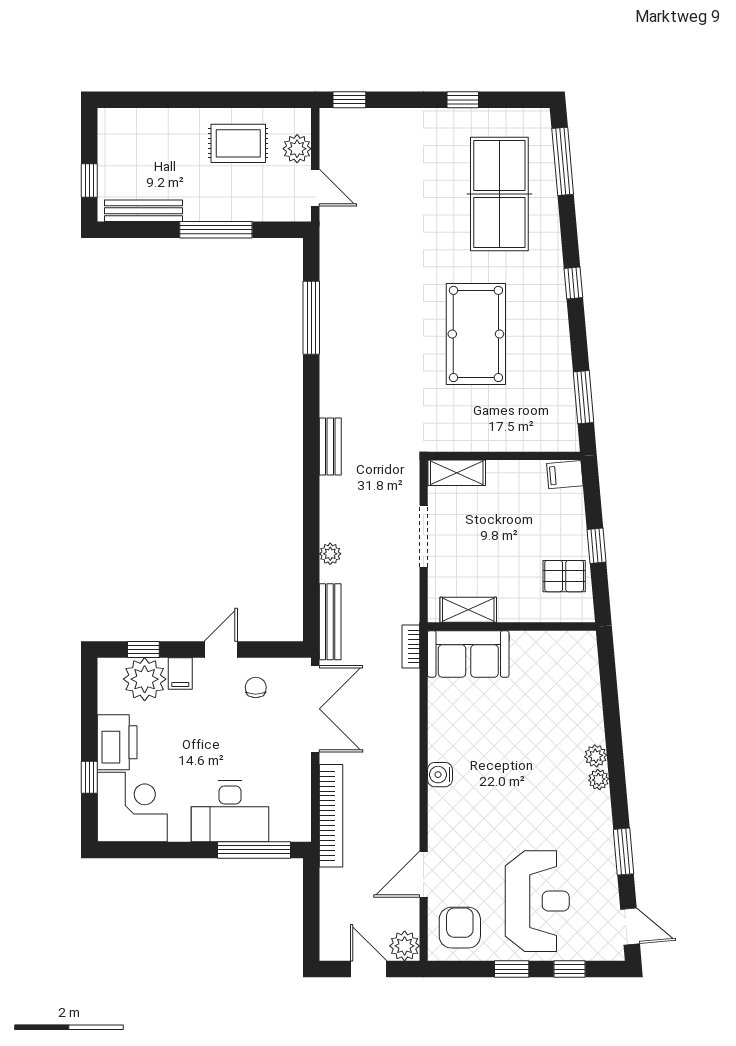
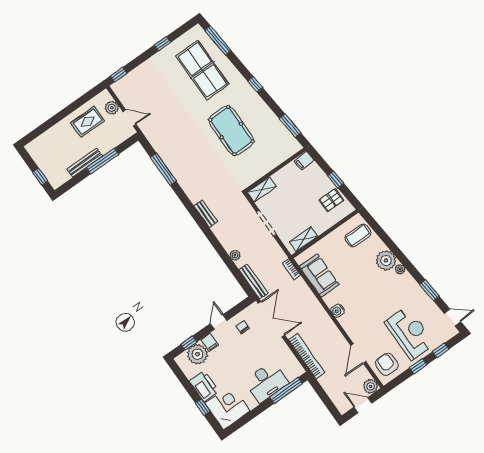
bench: (143, 211) -> (85, 163), moved
sofa: (468, 654) -> (319, 275), moved, turned -90
coffee table: (567, 670) -> (358, 235), added
plant: (596, 756) -> (386, 260), width x1.88, depth x1.88

